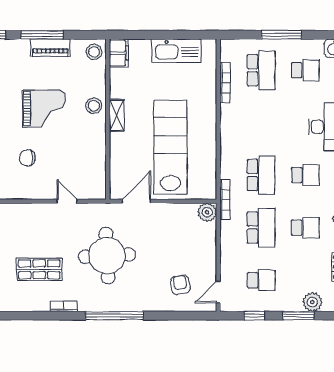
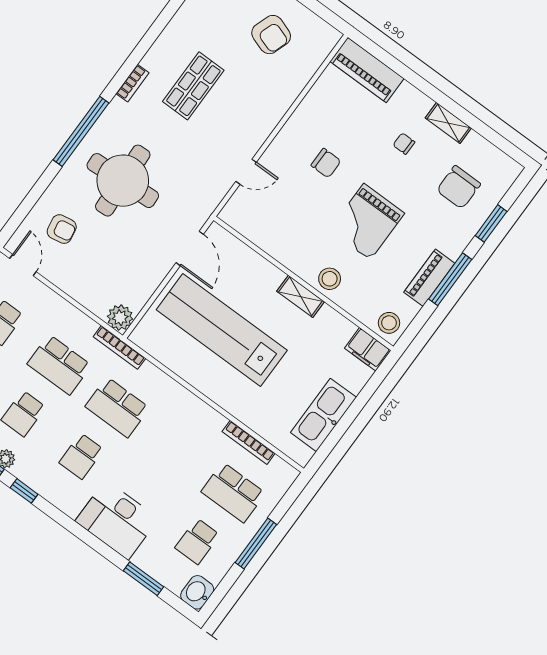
lab bench: (171, 147) -> (222, 330), turned 180
chair: (27, 158) -> (326, 163), turned 90
round table: (107, 256) -> (123, 181), moved

